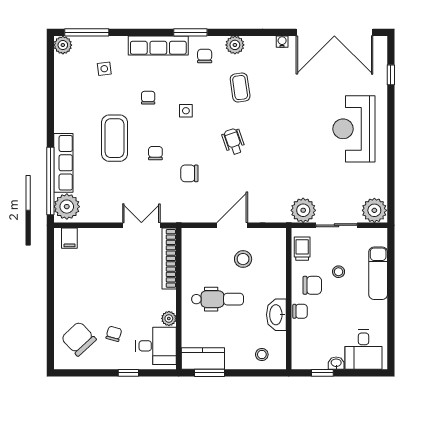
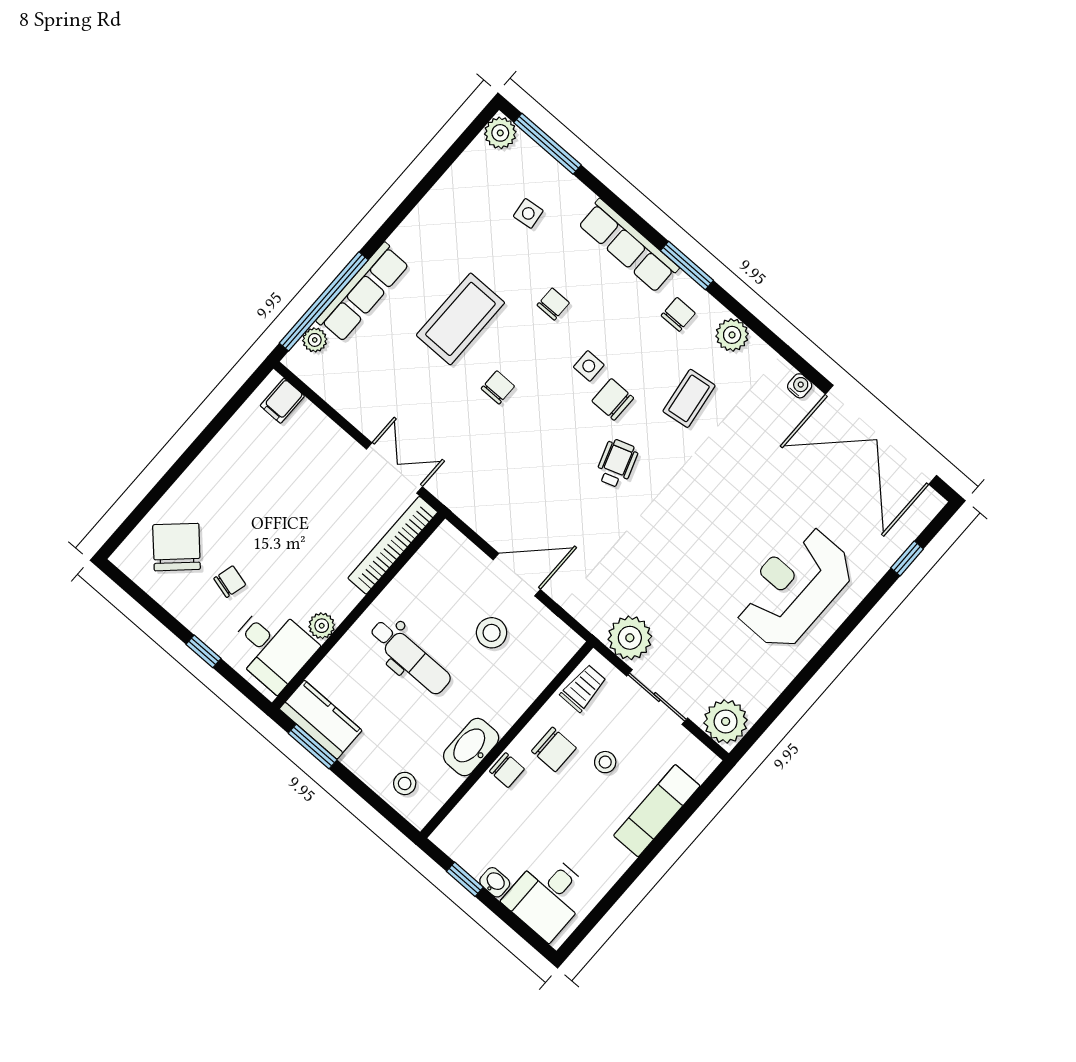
chair: (189, 173) -> (613, 399), moved
plant: (67, 207) -> (315, 340), width x0.53, depth x0.53

